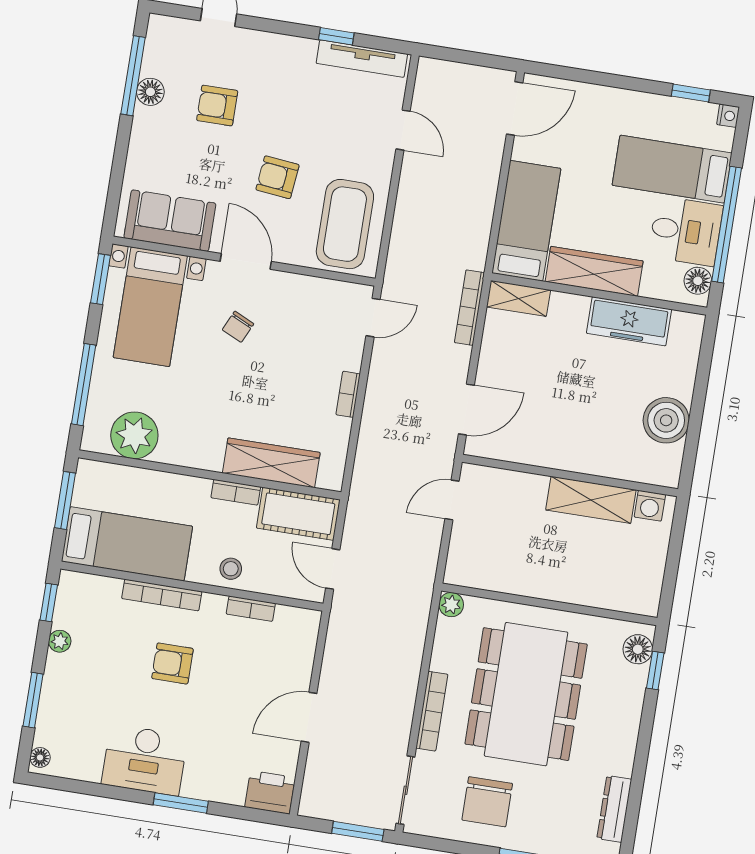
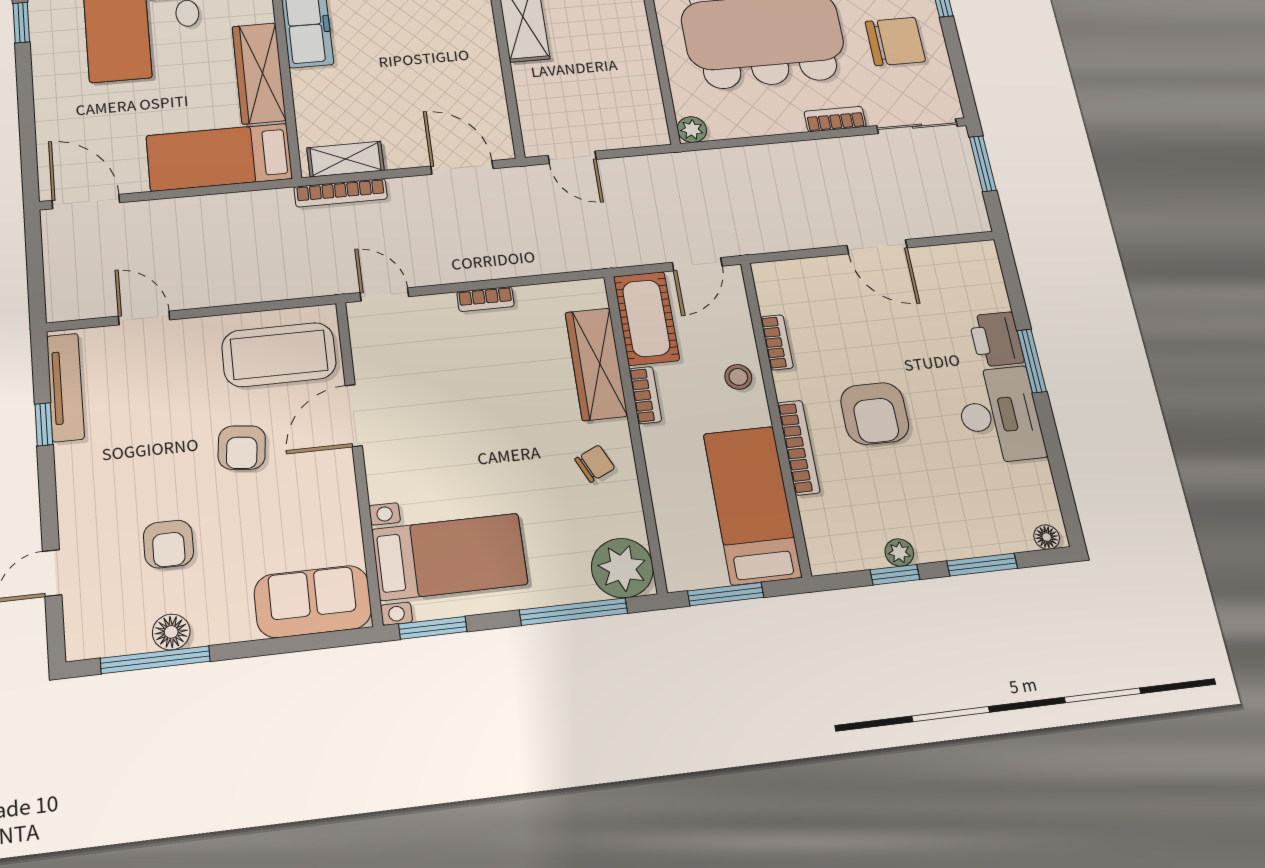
door: (403, 130) -> (144, 318), hinge flipped
sofa: (170, 221) -> (313, 602), moved, turned 90
door: (246, 261) -> (354, 416), moved
shelving: (518, 298) -> (346, 159), moved, turned 90
chair: (238, 327) -> (595, 464), moved, turned -50
plant: (134, 435) -> (622, 568), moved
window: (49, 602) -> (895, 575), moved
armchair: (172, 663) -> (875, 413), width x1.38, depth x1.38
bookcase: (432, 711) -> (835, 119), width x0.64
printer: (270, 792) -> (996, 339), moved

